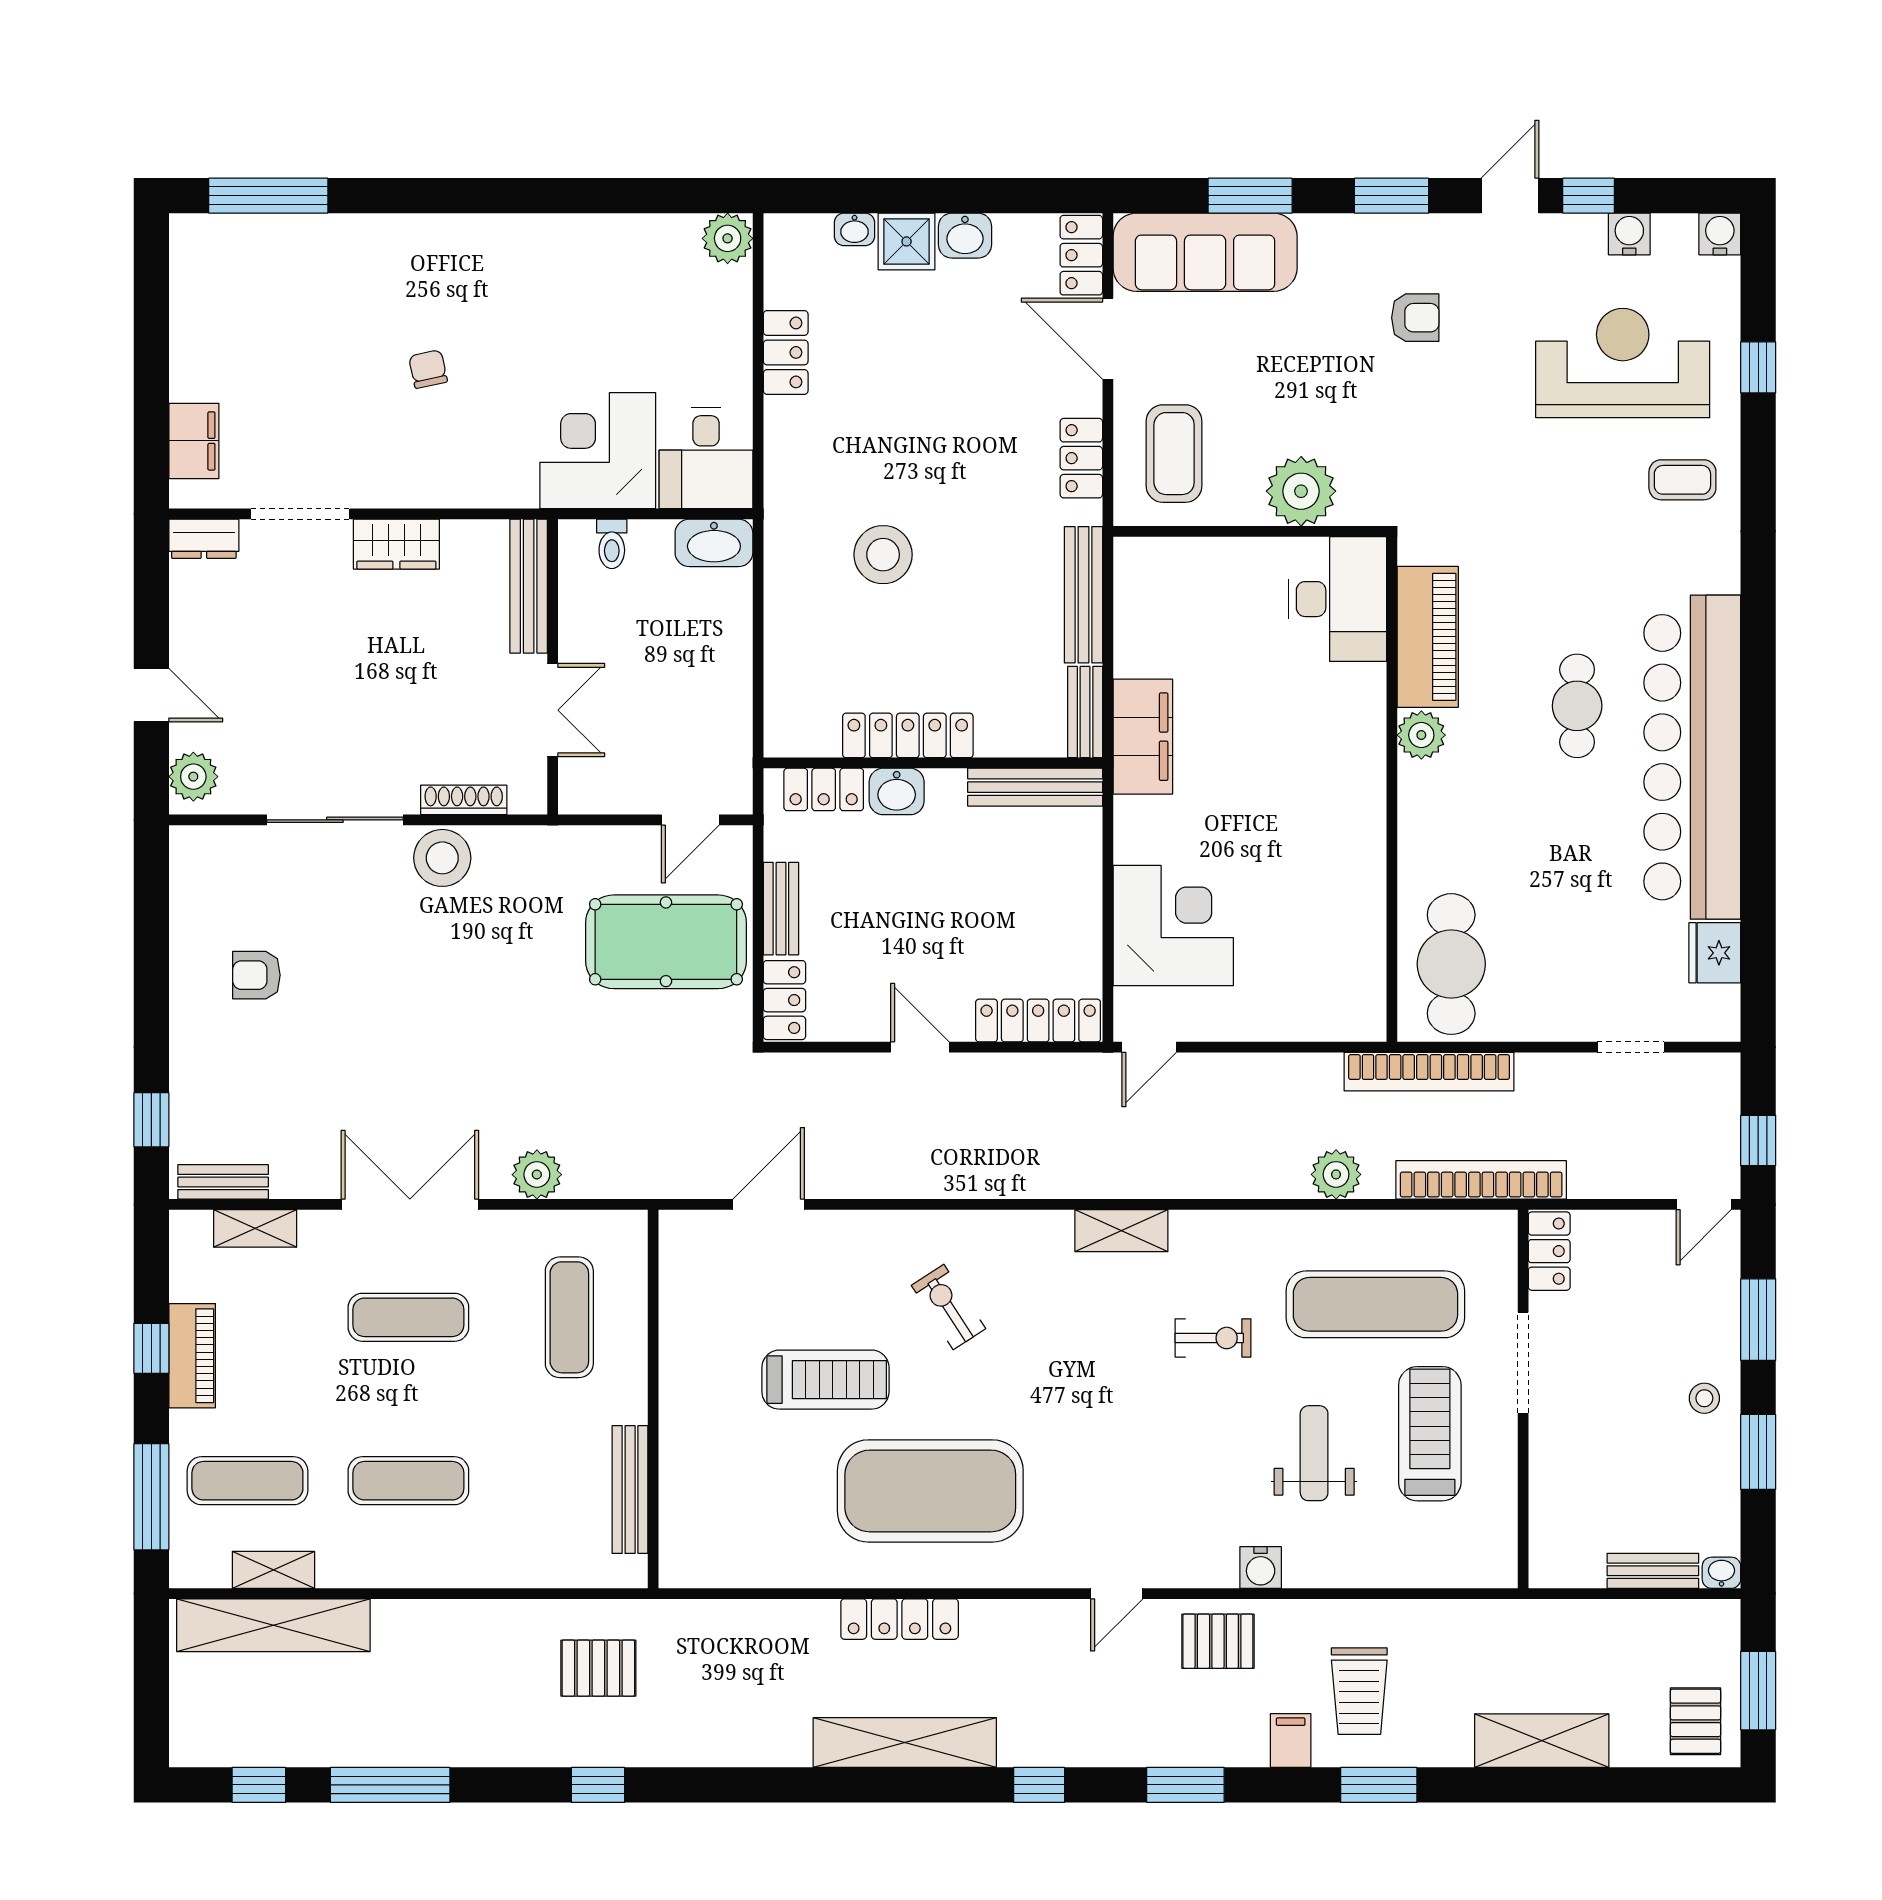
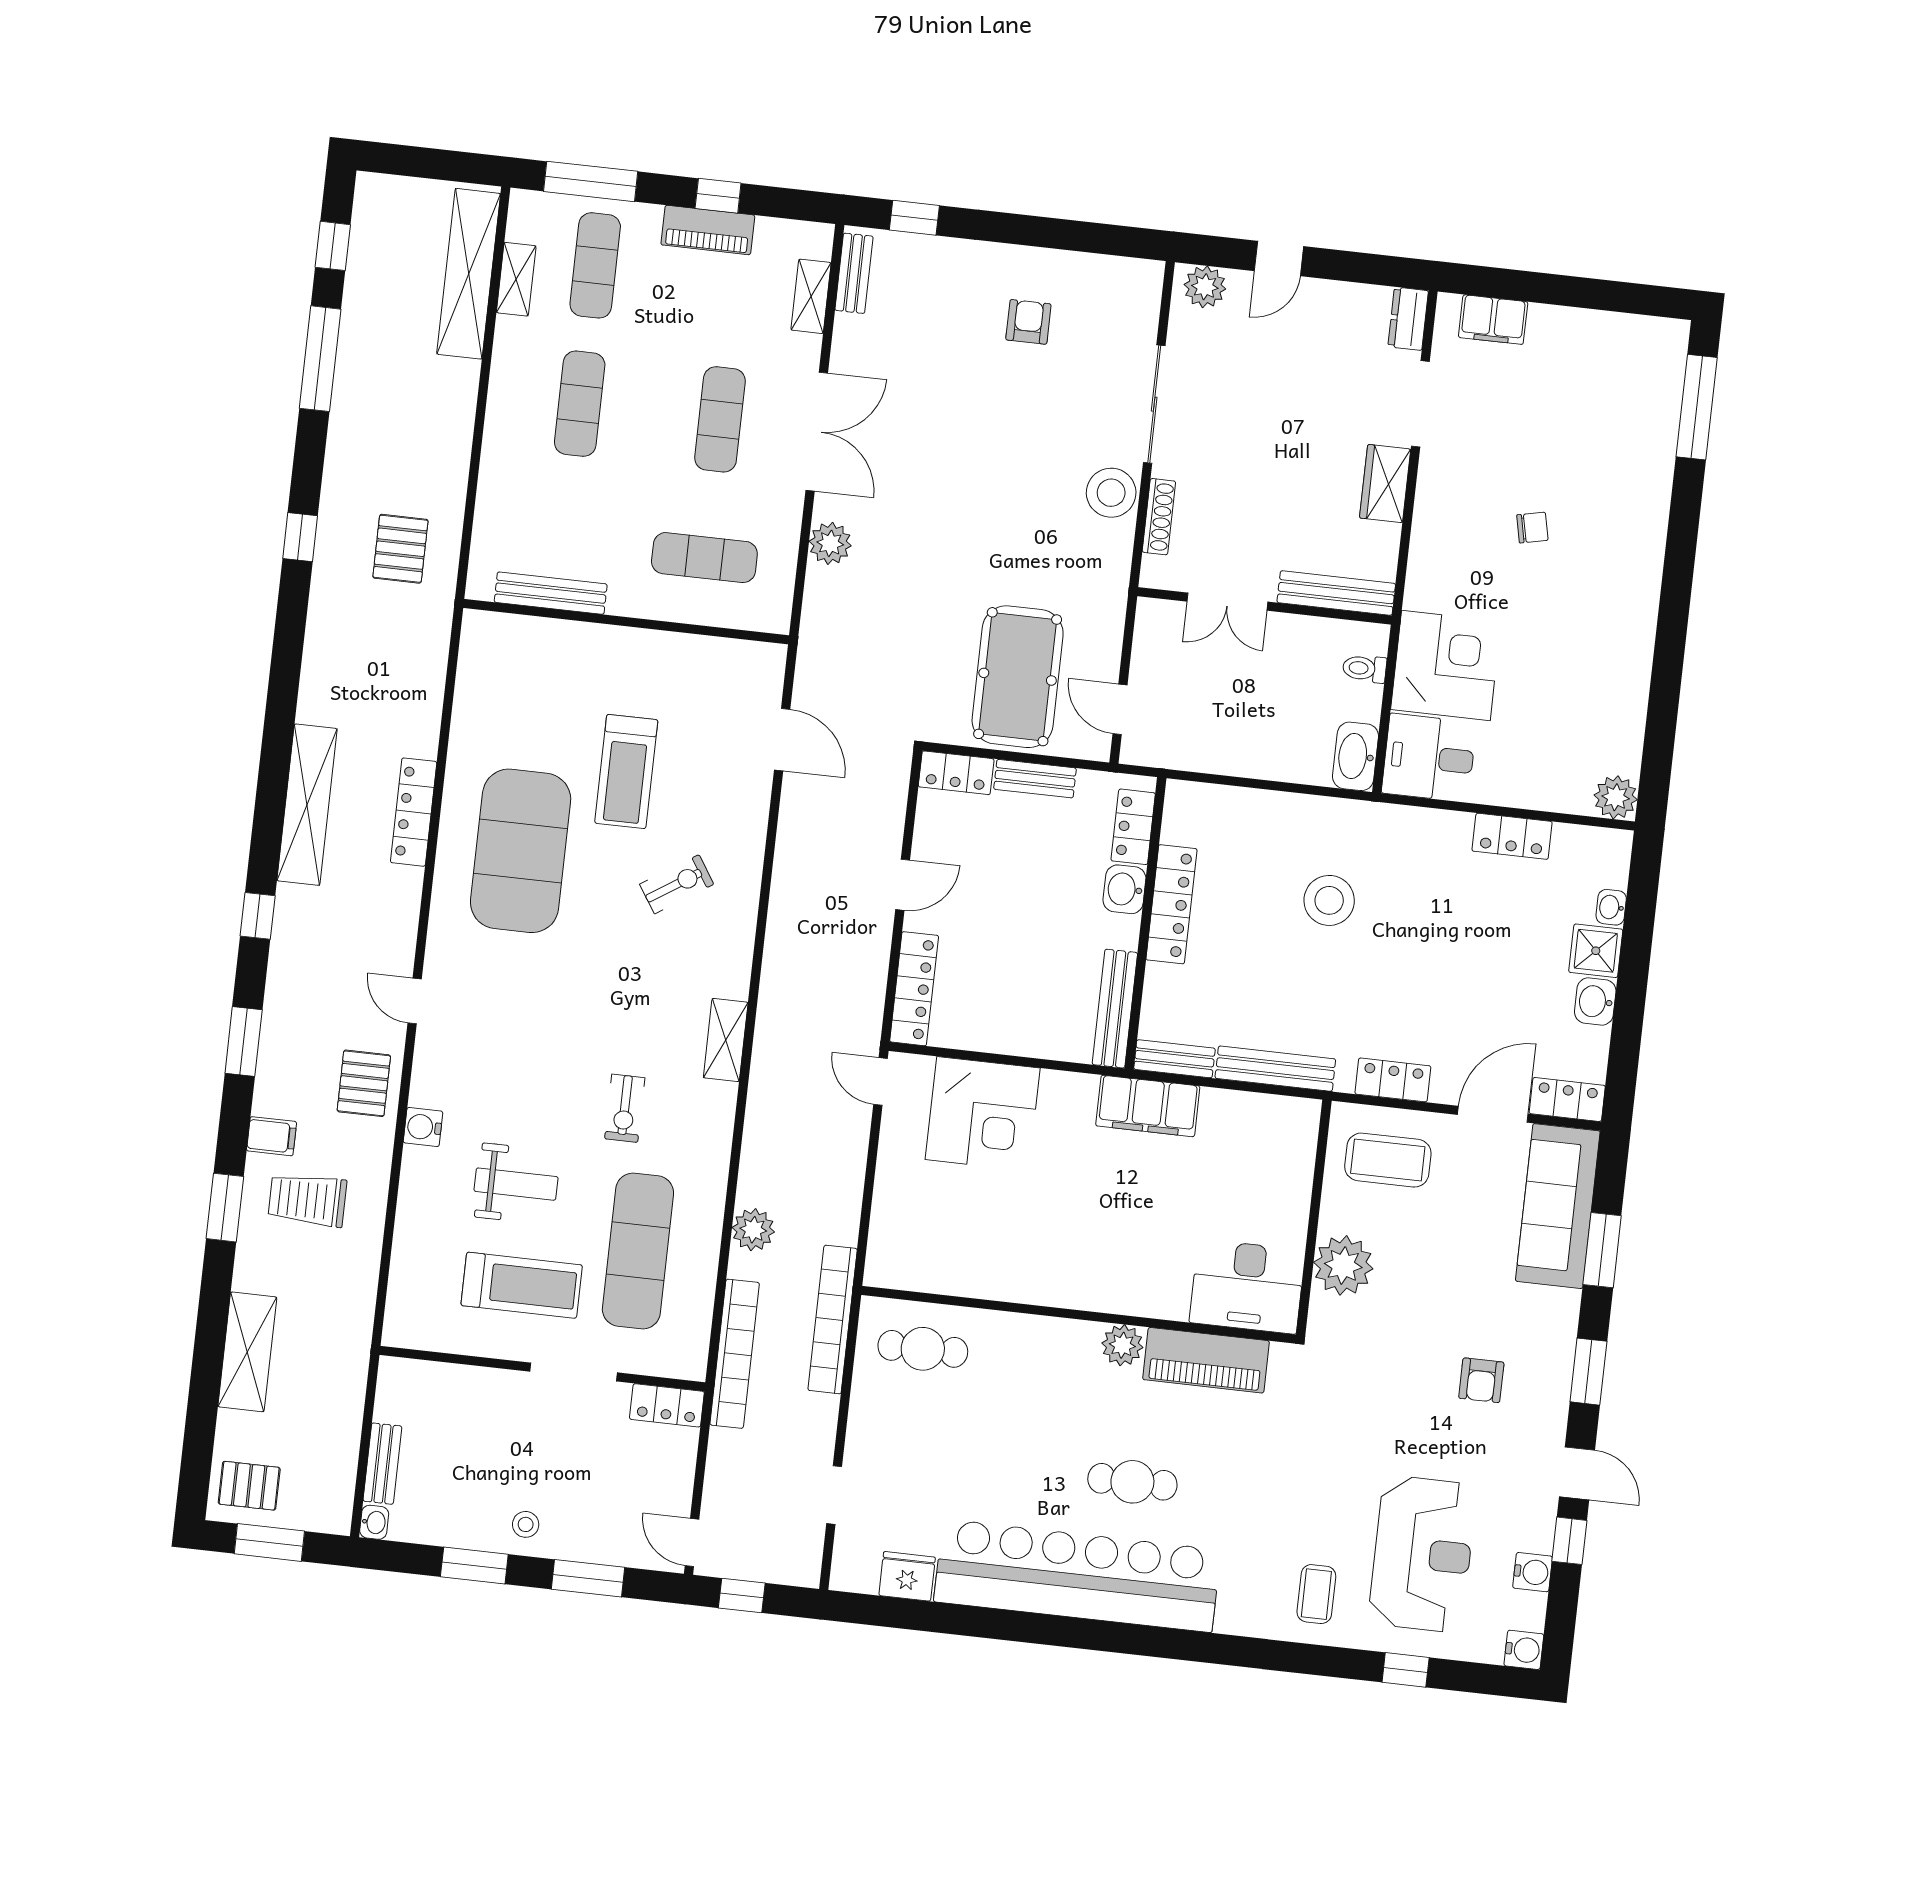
cafe table: (1451, 964) -> (923, 1349), width x0.73, depth x0.74

